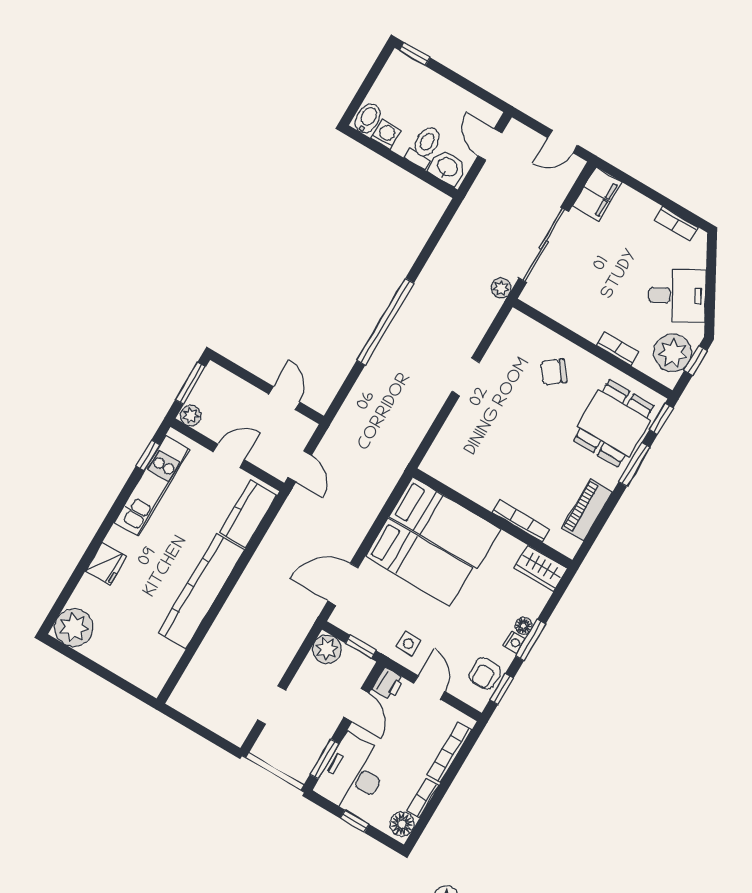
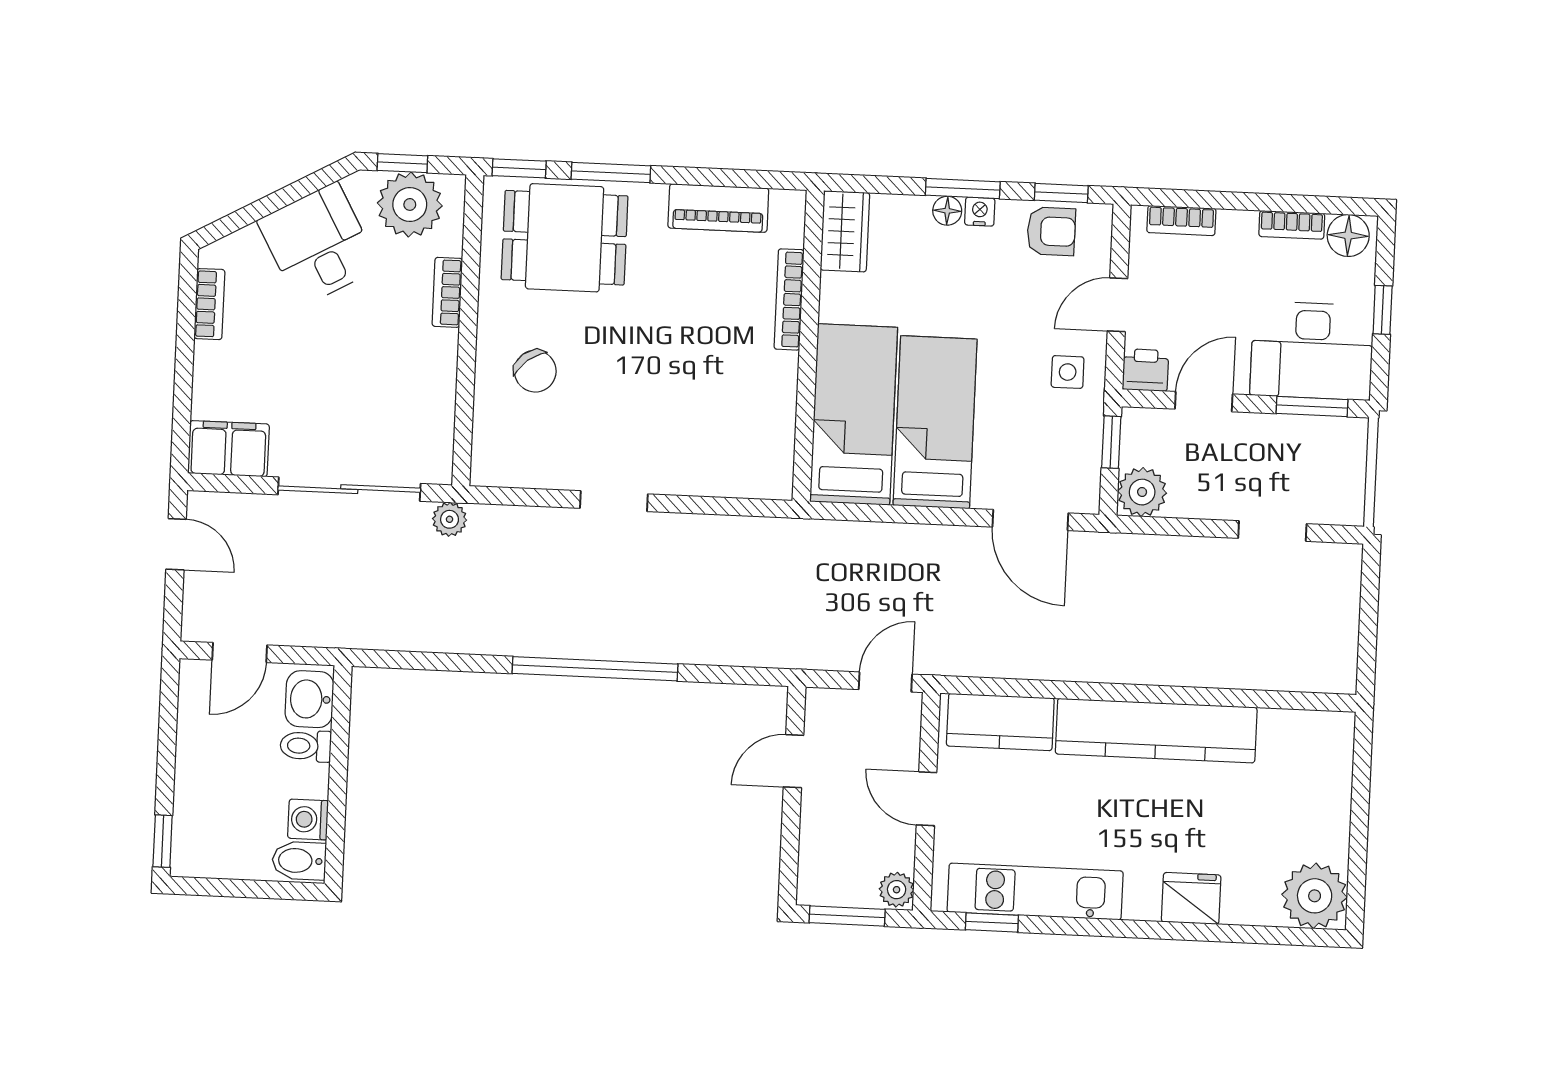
toilet: (424, 146) -> (306, 746), width x0.73, depth x0.72
bookcase: (449, 752) -> (1181, 221), width x0.64

